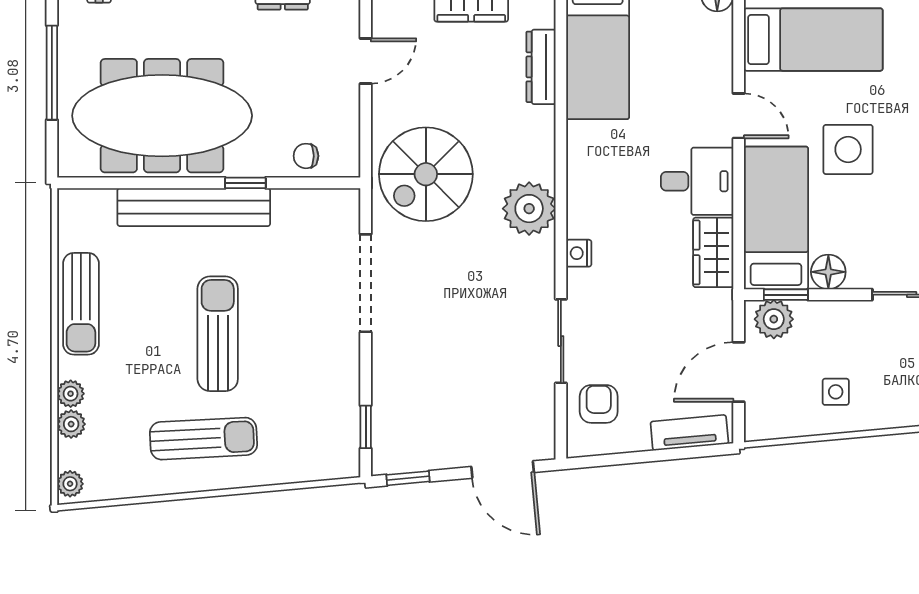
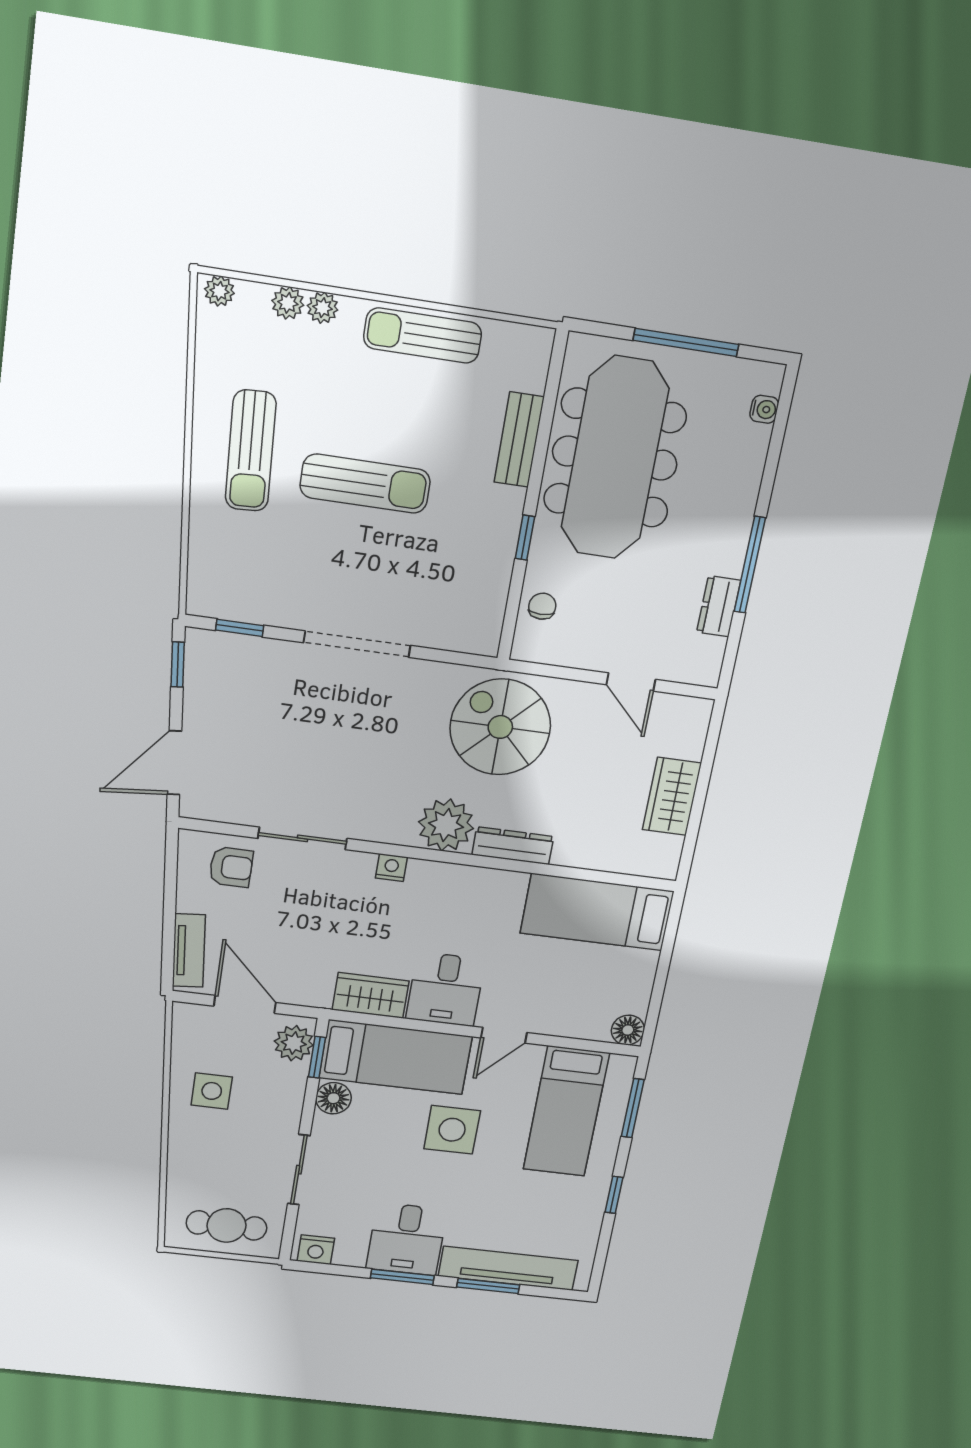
dresser: (541, 67) -> (513, 846), moved
bench: (194, 207) -> (519, 440), width x0.54, depth x0.82
doorway: (366, 283) -> (357, 644), moved
side table: (836, 392) -> (212, 1091), width x1.37, depth x1.37

